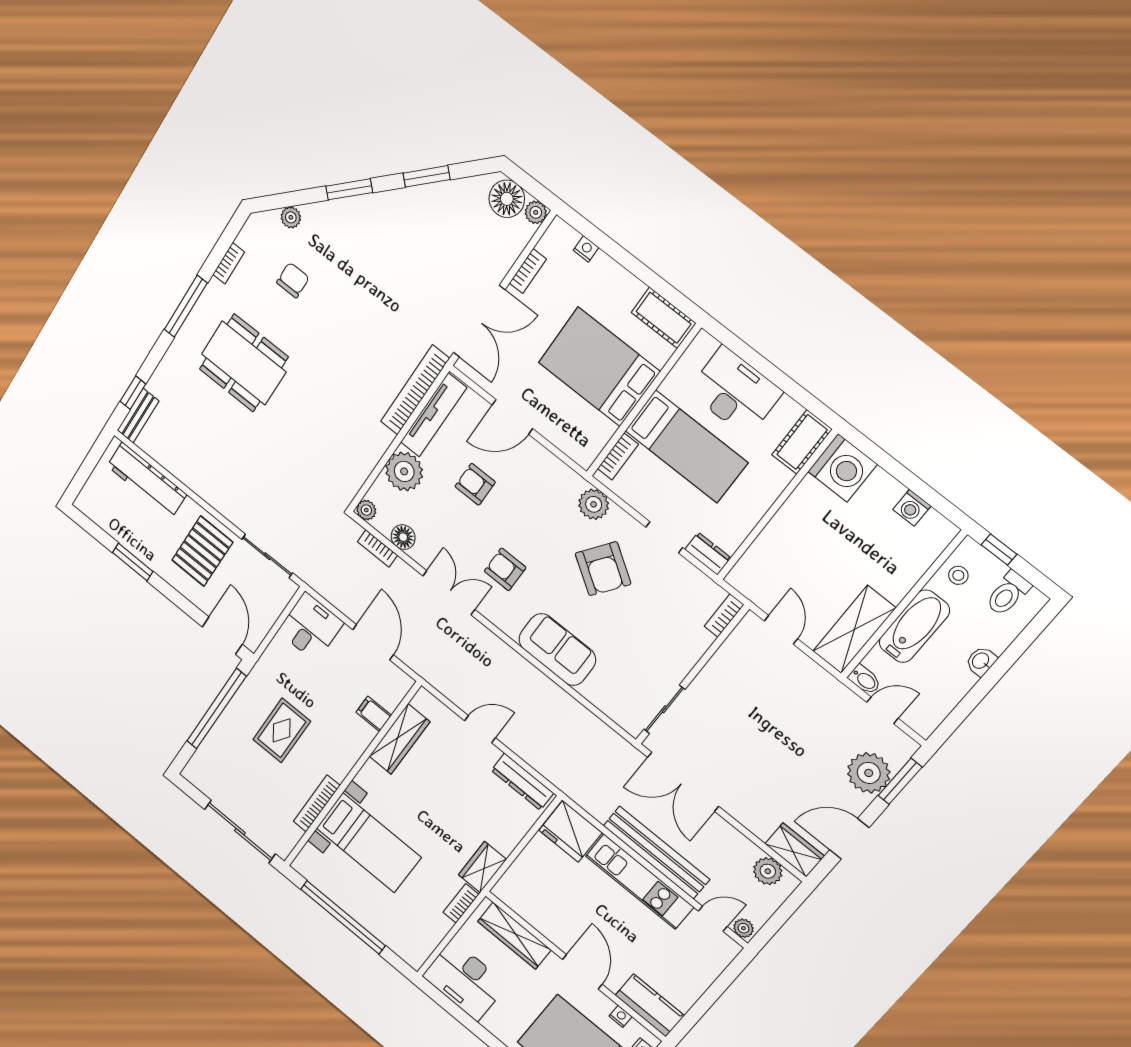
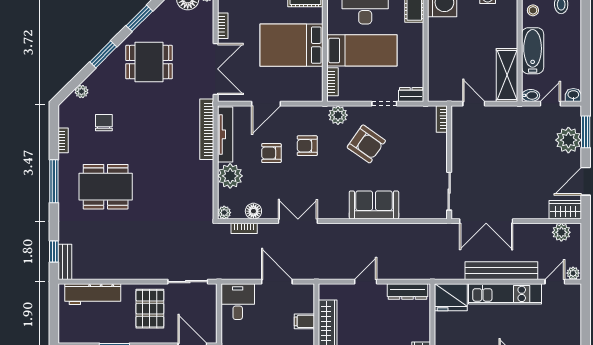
dining table: (401, 245) -> (149, 62), added
armchair: (505, 569) -> (307, 146), moved
washbasin: (981, 661) -> (573, 95), moved, turned 90

